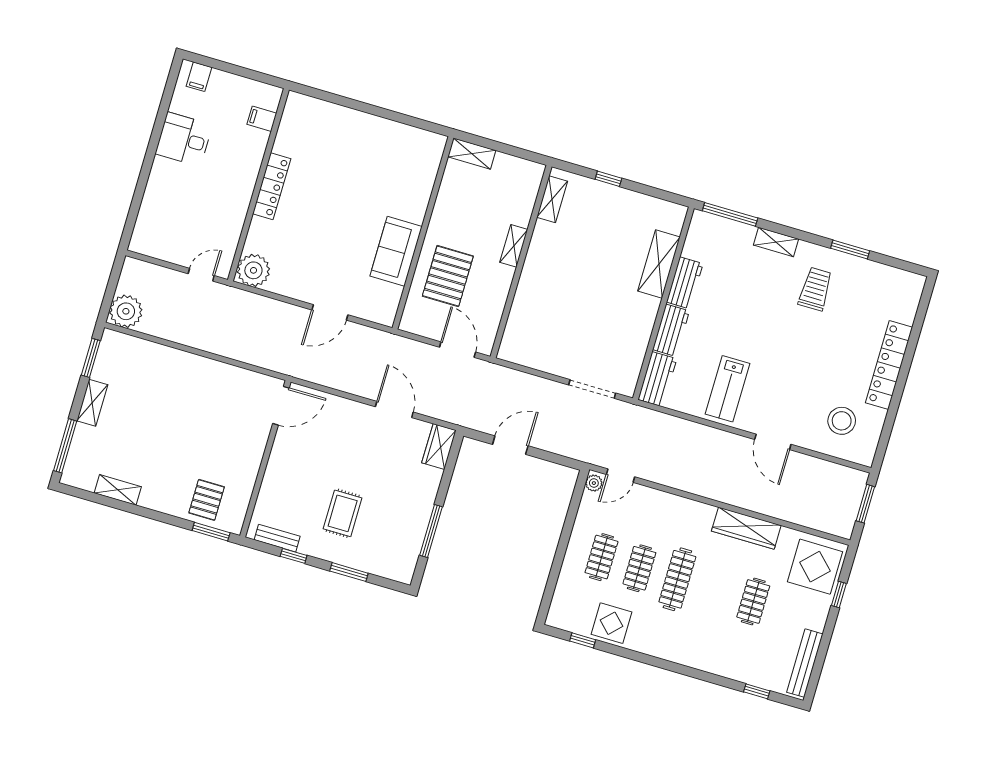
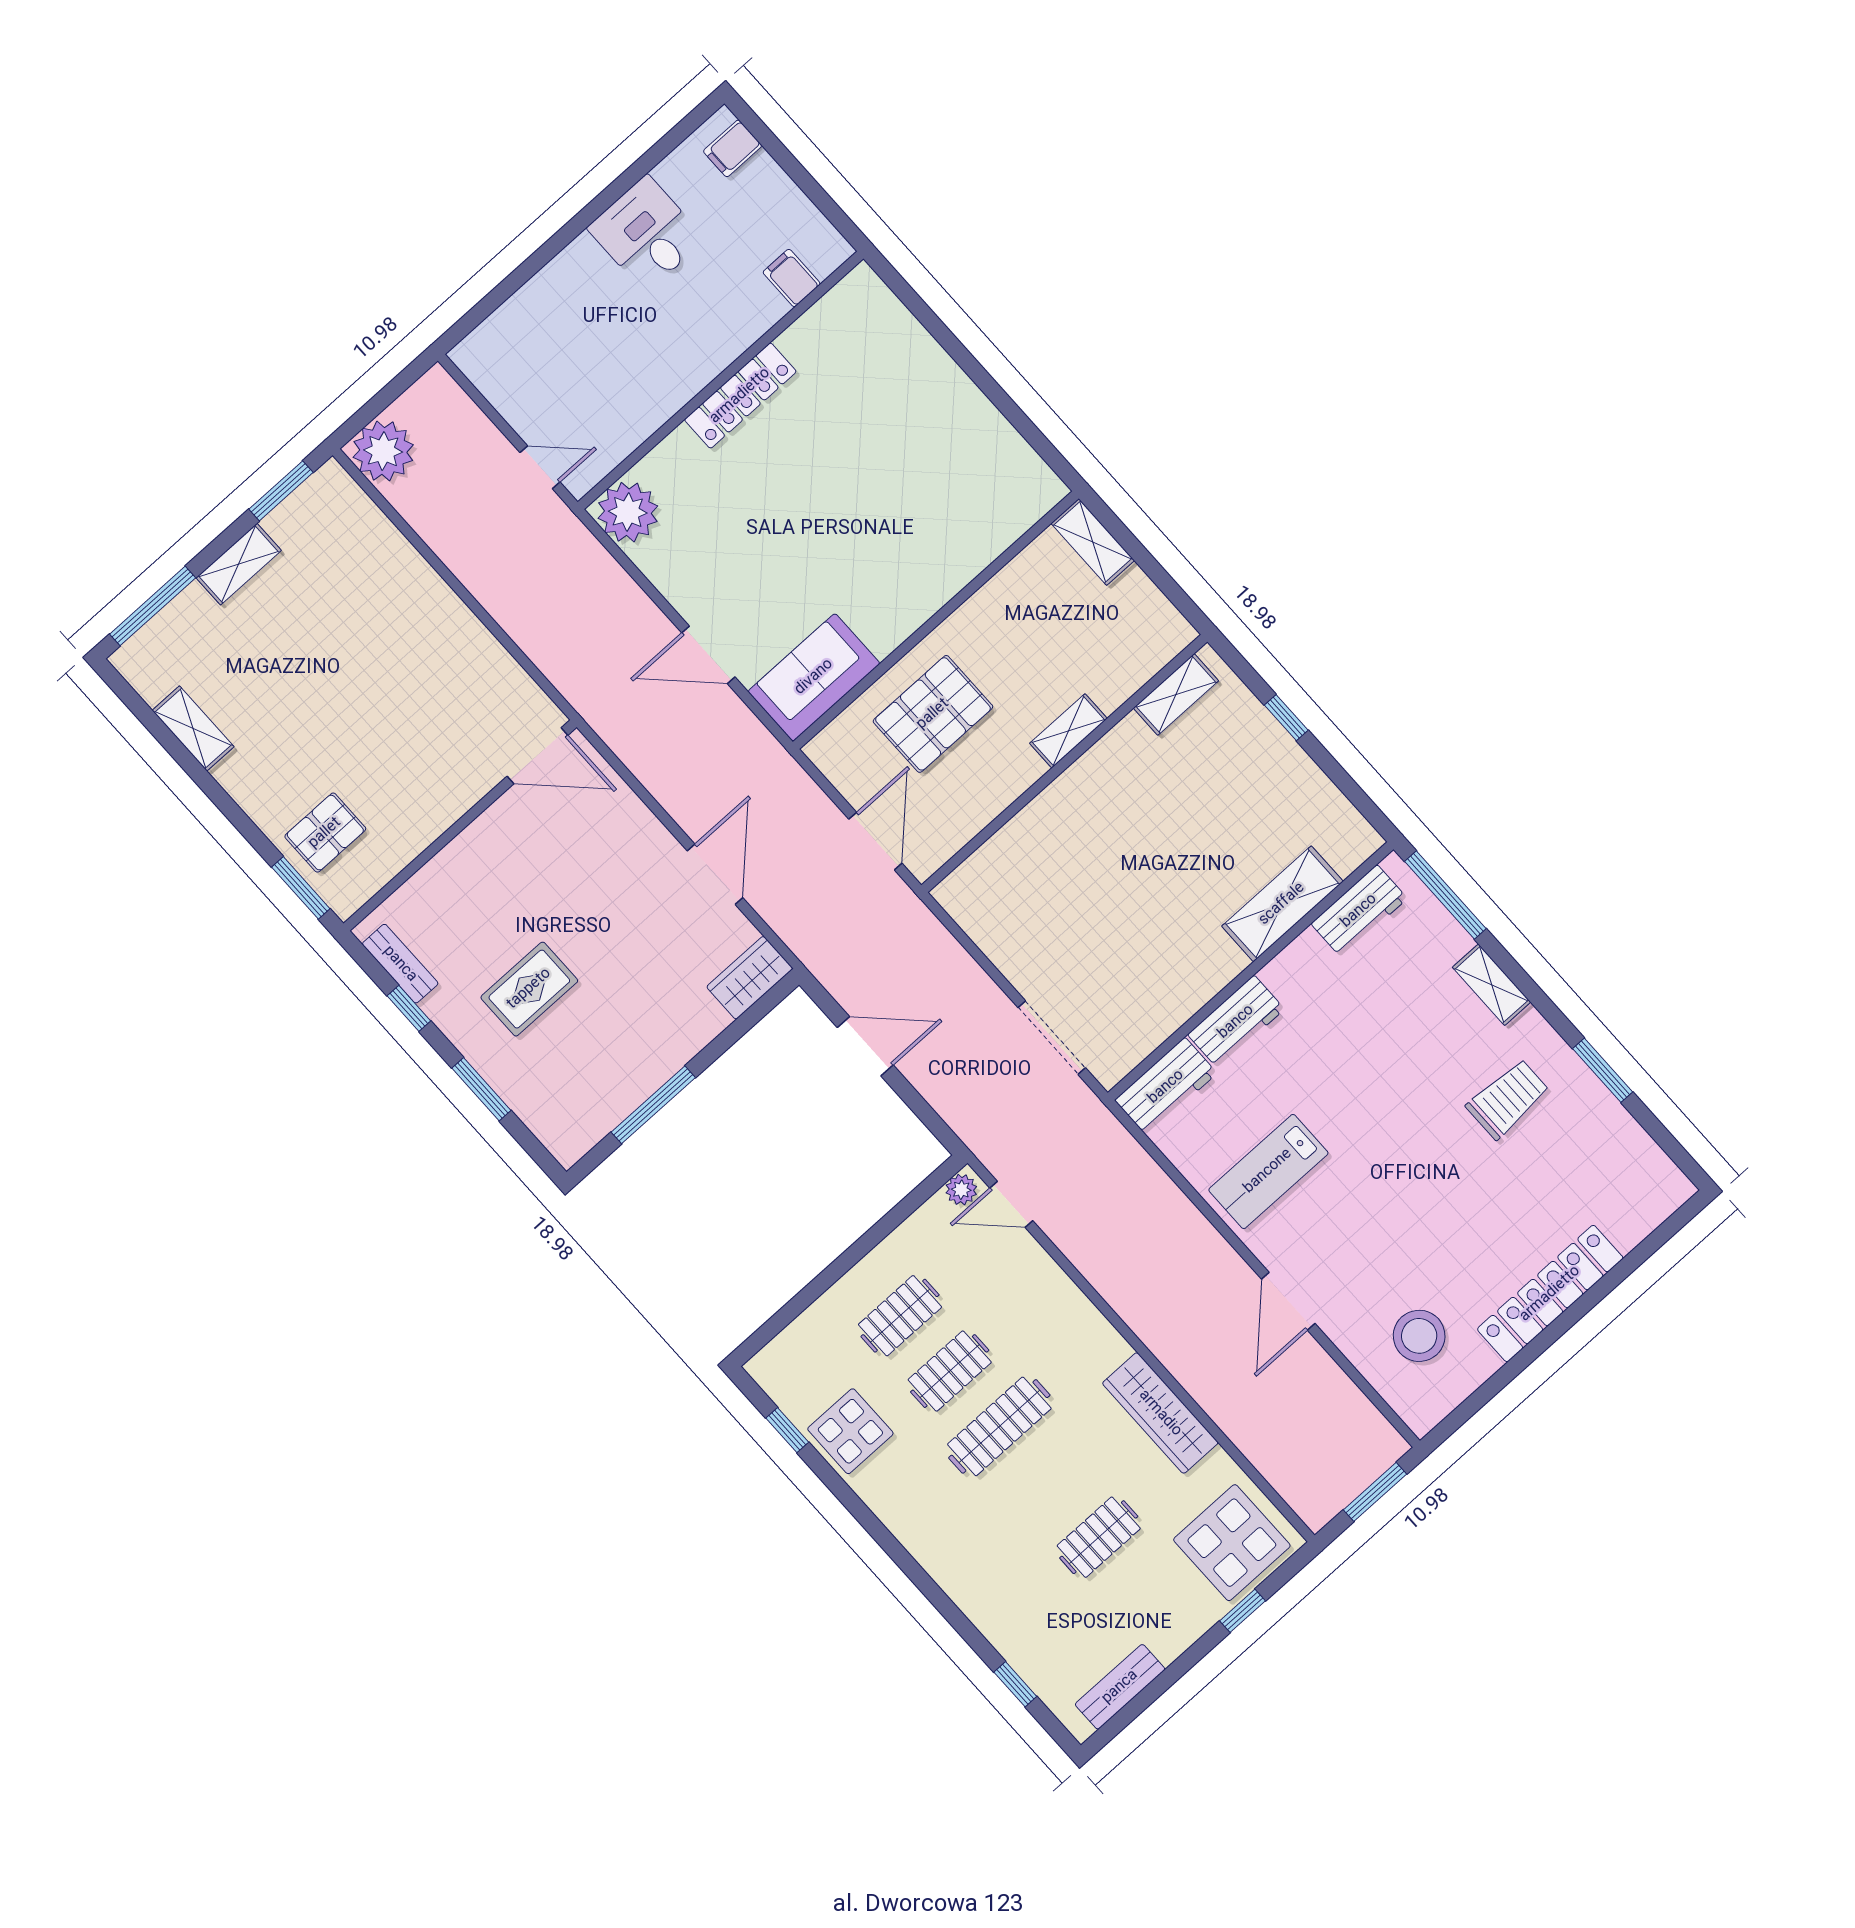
sofa: (396, 251) -> (814, 677), moved
workbench: (685, 283) -> (1359, 911), moved
bench: (805, 663) -> (1120, 1687), width x0.73

